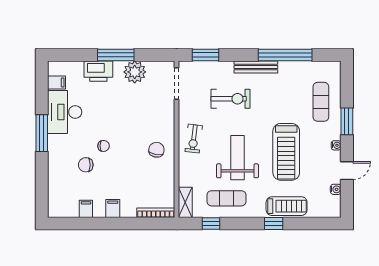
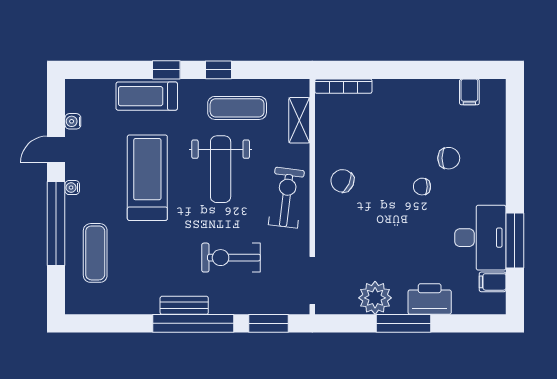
window: (285, 55) -> (193, 323), moved
bench: (256, 67) -> (184, 305), width x0.73
window: (347, 121) -> (56, 224), width x2.11
window: (42, 133) -> (515, 240), moved
exercise bike: (194, 139) -> (286, 198), width x1.38, depth x1.39
chair: (156, 150) -> (342, 181), turned 103
shelving: (185, 202) -> (299, 120), moved
filing cabinet: (86, 209) -> (469, 92), moved
filing cabinet: (113, 209) -> (408, 93), removed
window: (211, 224) -> (219, 70), moved

